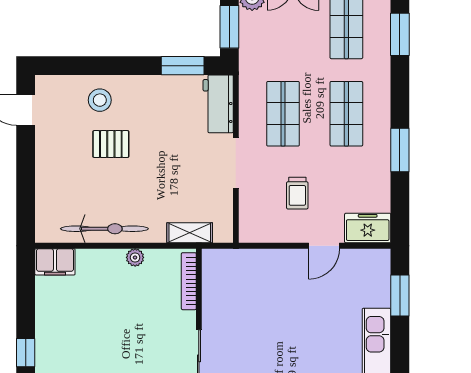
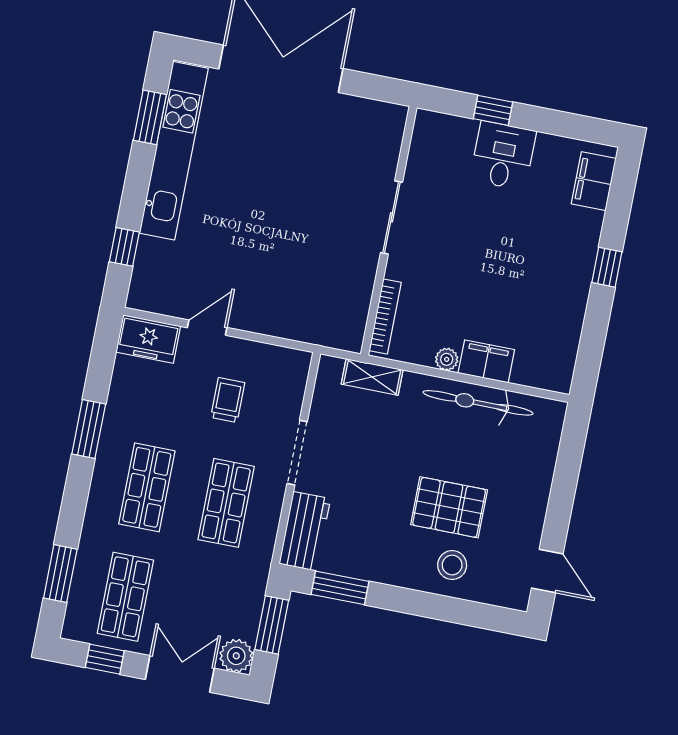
pallet: (111, 144) -> (449, 507), width x1.50, depth x1.42
filing cabinet: (55, 262) -> (486, 361), moved
window: (400, 295) -> (124, 247), width x0.67

